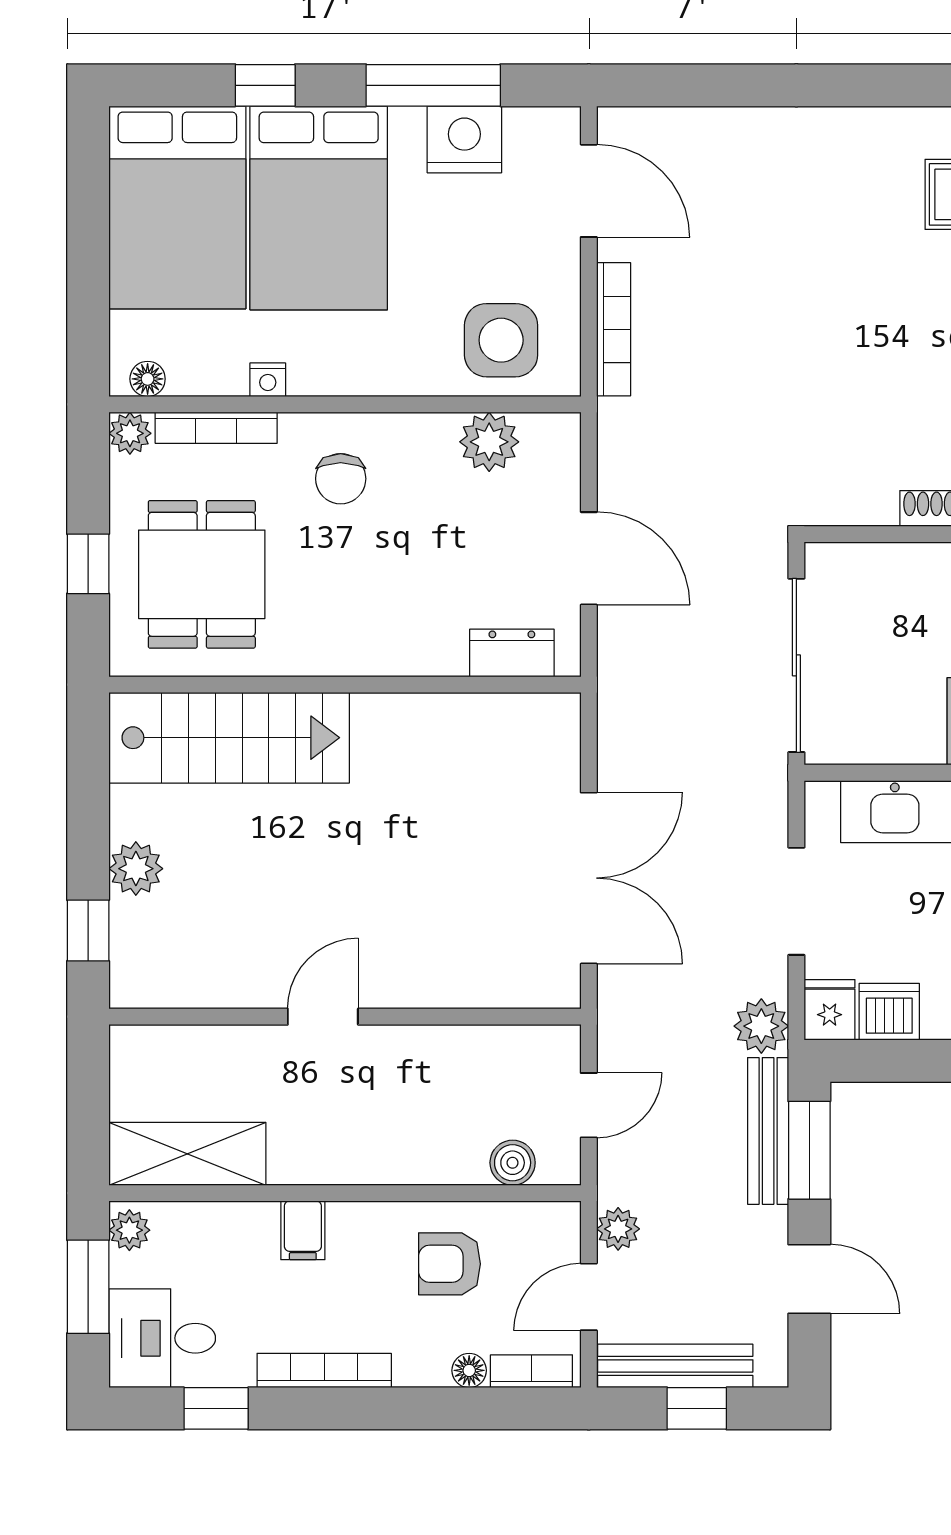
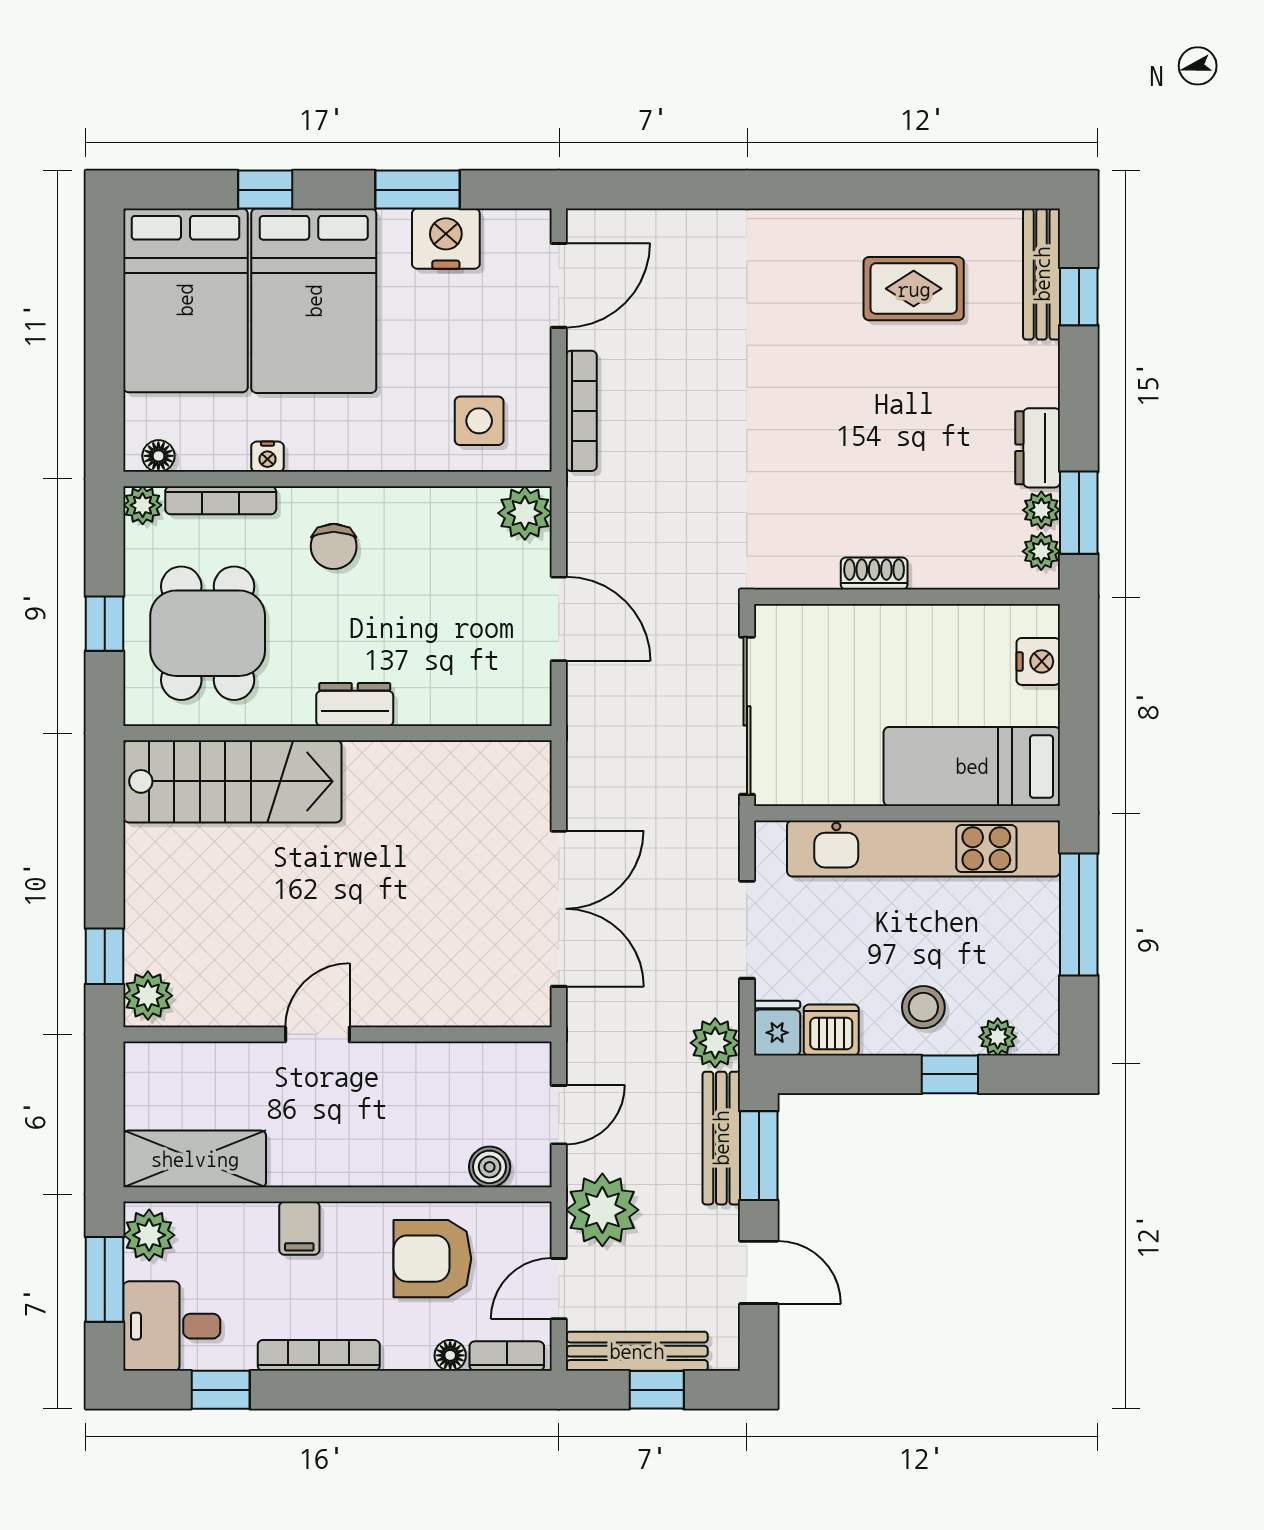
window: (433, 85) -> (418, 190), width x0.69
door: (589, 191) -> (559, 285), hinge flipped
side table: (501, 340) -> (479, 421), width x0.73, depth x0.73
plant: (489, 442) -> (525, 513), moved
dresser: (512, 653) -> (355, 705), moved
plant: (136, 869) -> (148, 996), moved
plant: (618, 1229) -> (602, 1210), width x1.88, depth x1.88
plant: (129, 1230) -> (149, 1235), width x1.38, depth x1.38
armchair: (450, 1264) -> (432, 1259), width x1.38, depth x1.38

